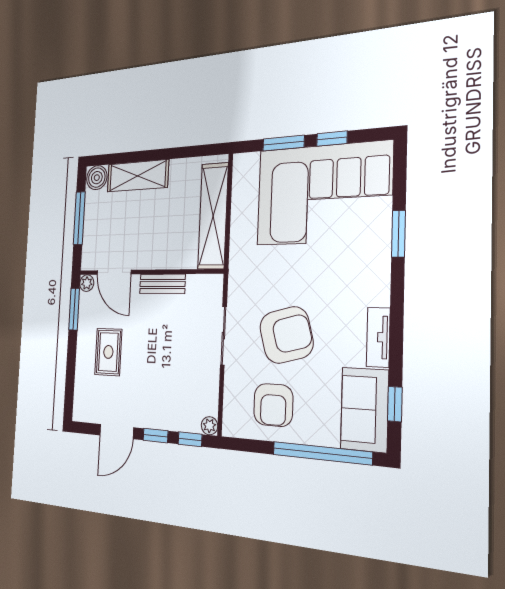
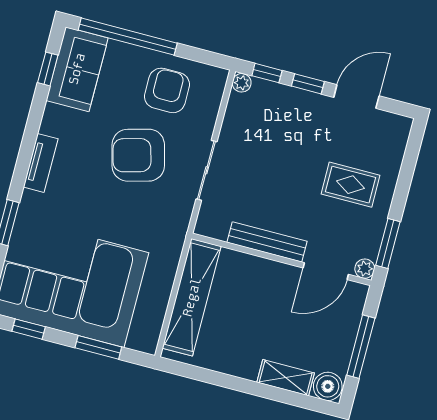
window: (332, 139) -> (29, 329), moved
shelving: (138, 176) -> (286, 378), width x0.67, depth x0.75
door: (114, 272) -> (326, 271), swing flipped
bench: (162, 284) -> (267, 242), width x1.36
tv unit: (378, 337) -> (41, 163), moved
rug: (108, 352) -> (350, 185), turned 90

